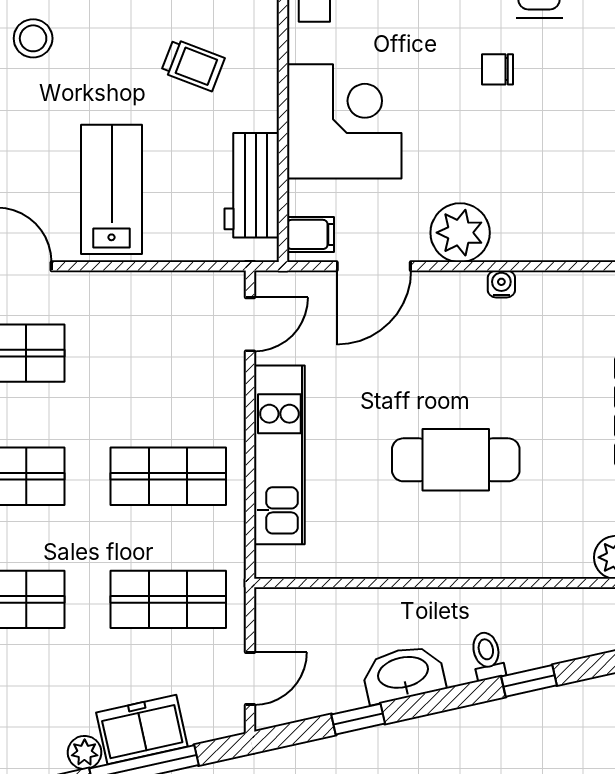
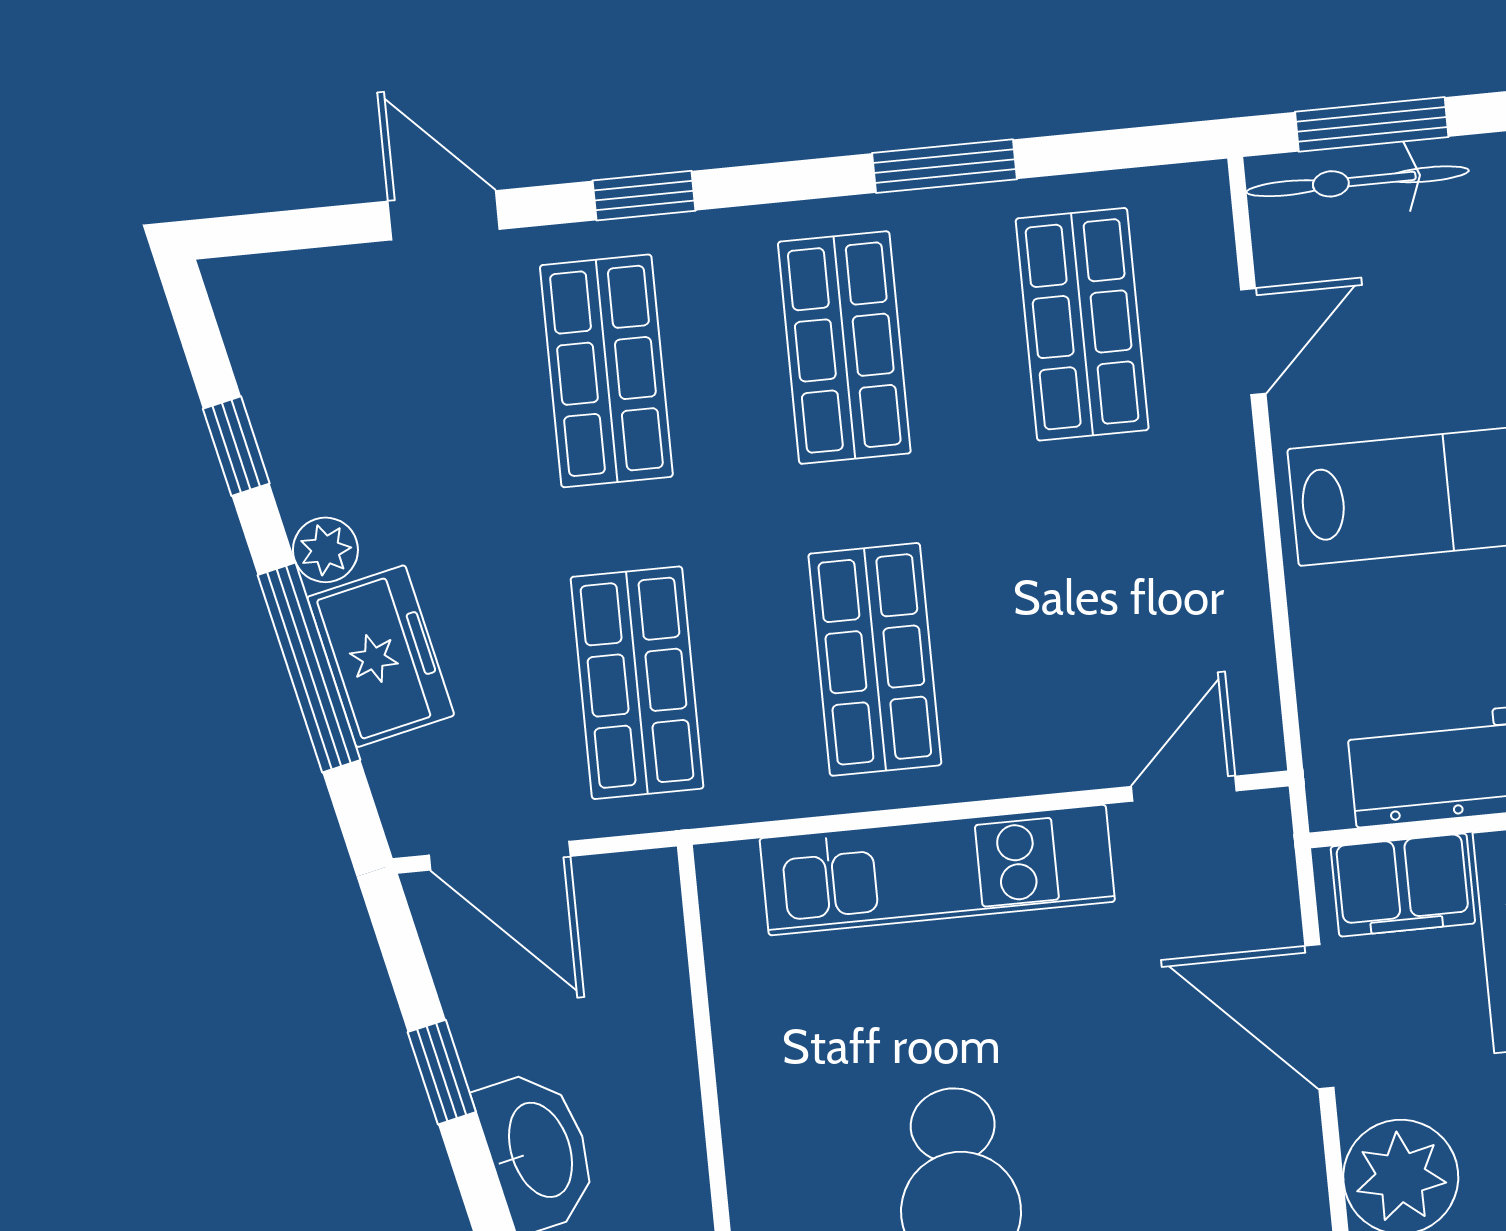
filing cabinet: (311, 234) -> (1403, 885), width x2.00
door: (250, 324) -> (1184, 789), swing flipped
door: (250, 678) -> (500, 856), width x1.38

